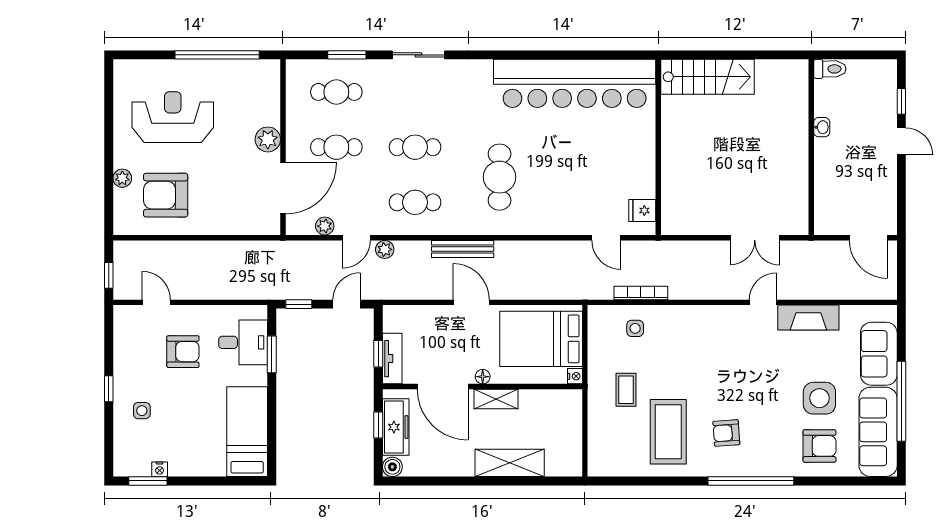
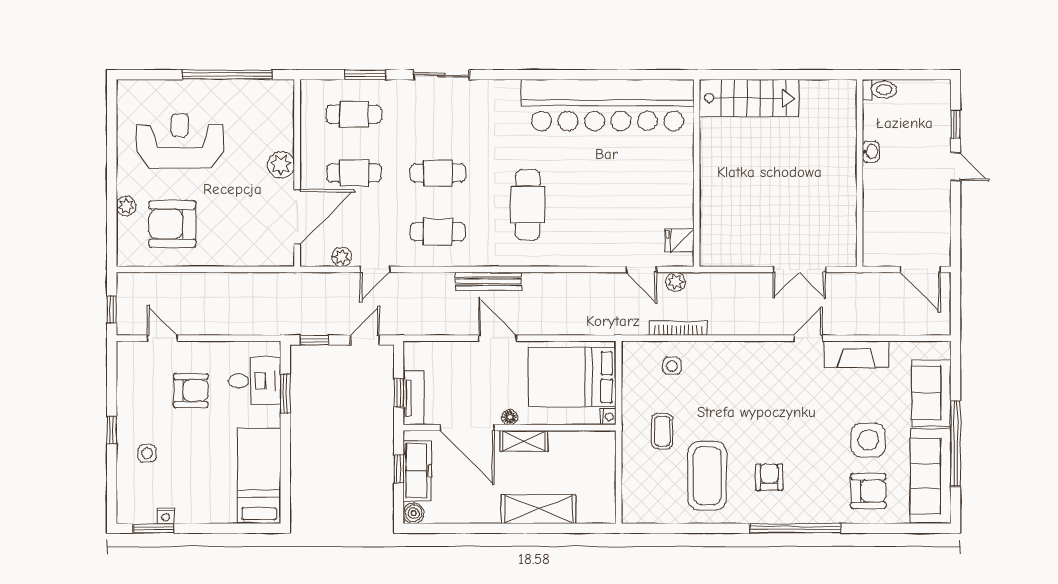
plant: (385, 249) -> (676, 282), moved
armchair: (726, 433) -> (769, 477), turned 94

